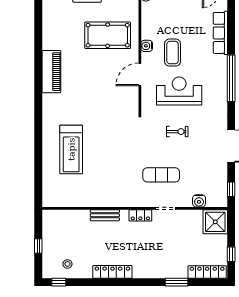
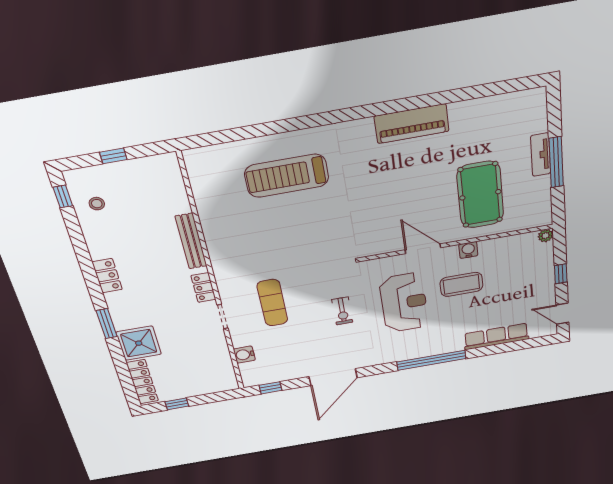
bench: (105, 215) -> (191, 241), width x1.36
shower: (215, 222) -> (139, 343), moved
locker: (112, 272) -> (107, 276), width x0.66
window: (176, 282) -> (107, 324), moved

